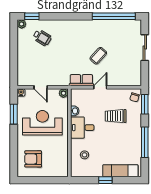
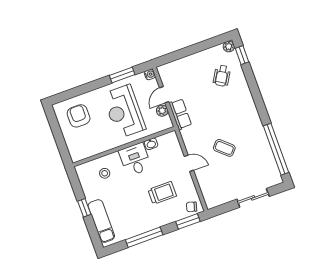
row of seats: (81, 80) -> (180, 114), moved
plant: (63, 93) -> (162, 111), moved
trolley: (116, 116) -> (162, 193), turned 90
reception desk: (42, 123) -> (124, 112), turned 180

